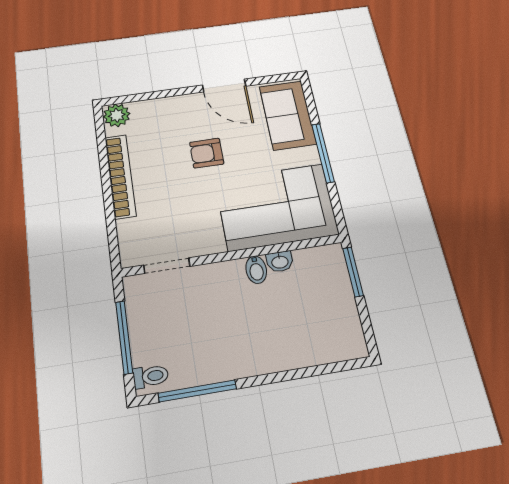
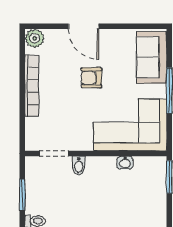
door: (224, 86) -> (84, 26), moved
bidet: (256, 270) -> (79, 165), moved
window: (124, 337) -> (22, 195), width x0.69

